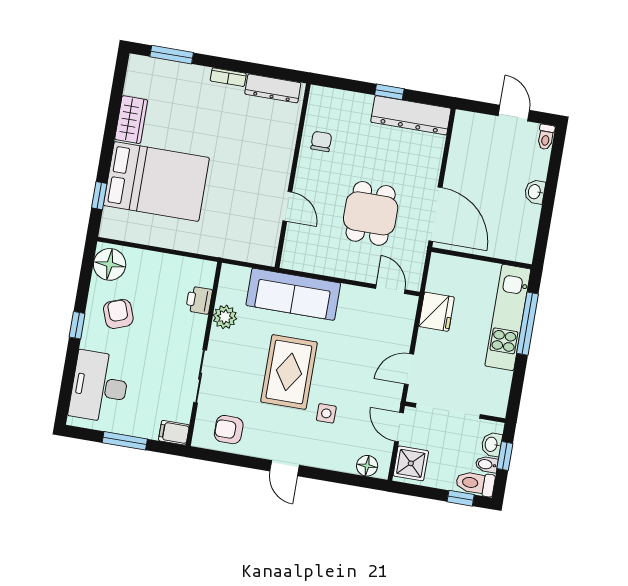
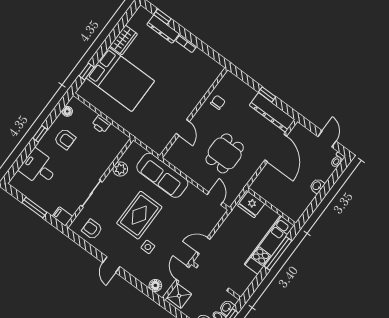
window: (172, 55) -> (162, 17), width x0.67
dresser: (273, 88) -> (163, 29), moved
door: (435, 214) -> (276, 148), moved
floor lamp: (110, 264) -> (67, 111), width x0.53, depth x0.53
printer: (199, 300) -> (101, 124), moved, turned -90
fridge: (436, 312) -> (251, 205), moved, turned 90
armchair: (118, 314) -> (65, 139), turned 110
desk: (99, 387) -> (39, 168), width x0.73

